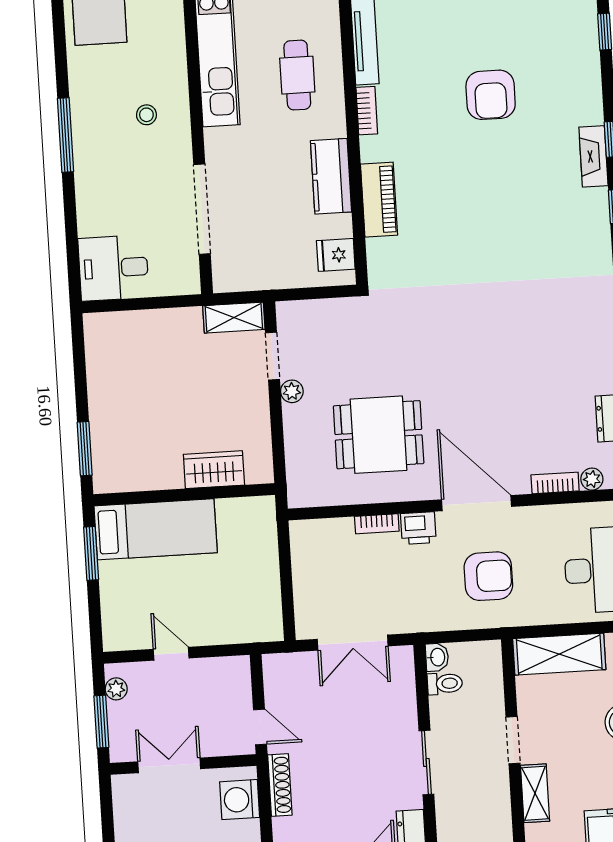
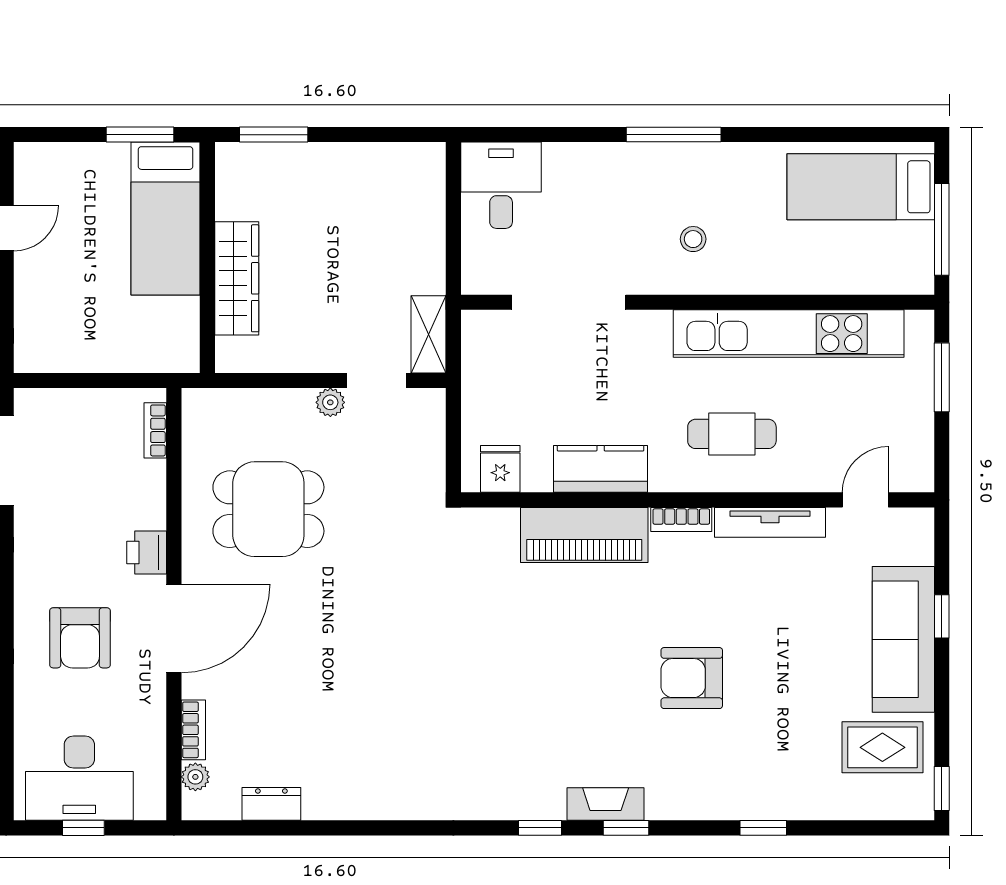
piano: (379, 200) -> (584, 535), width x1.37, depth x1.33
dining table: (379, 435) -> (268, 509), turned 90
wardrobe: (214, 470) -> (237, 278), width x1.50
bookcase: (377, 524) -> (155, 430), moved

